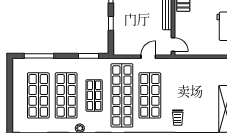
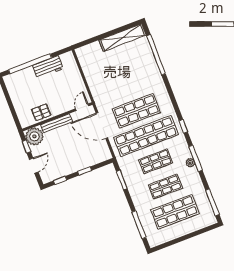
door: (148, 57) -> (102, 125), width x1.88
shop shelf: (66, 95) -> (165, 186), width x0.70, depth x0.74
trolley: (178, 118) -> (147, 78), removed

